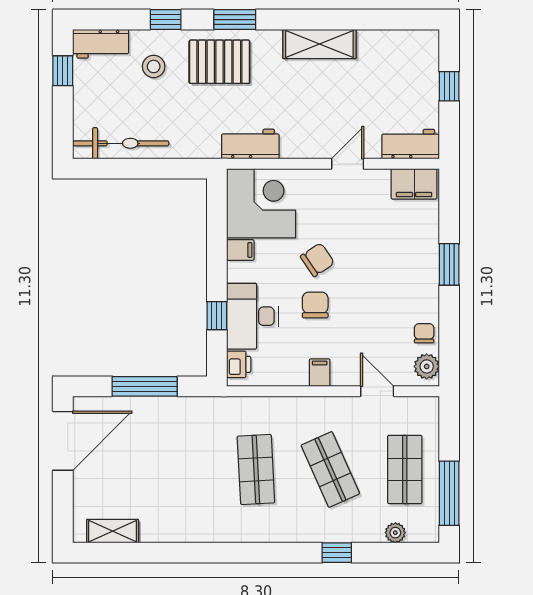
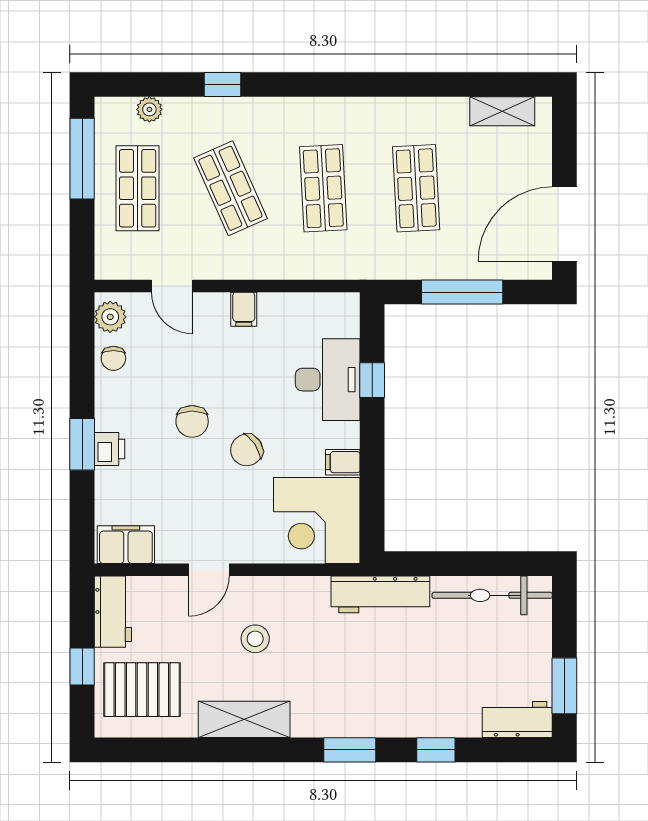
pallet: (219, 62) -> (142, 690), moved
stool: (154, 66) -> (255, 639), moved
window: (63, 71) -> (564, 686), width x1.50
workbench: (250, 144) -> (380, 594), moved, width x1.37
workbench: (410, 144) -> (113, 612), moved, turned -90
chair: (315, 305) -> (192, 421), moved
printer: (239, 364) -> (109, 449), moved, turned 180
shop shelf: (182, 469) -> (416, 188), added

